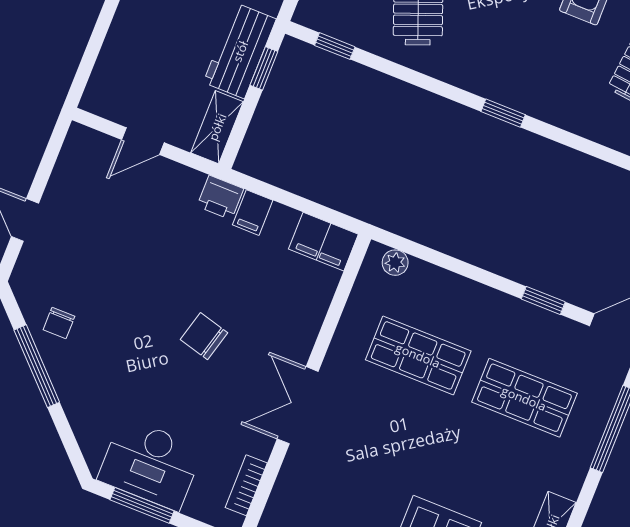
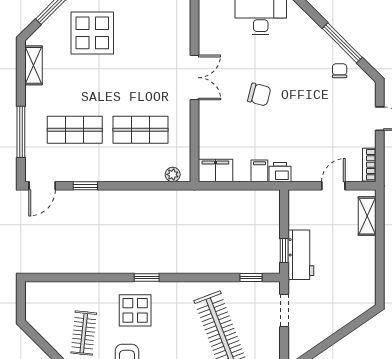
display table: (543, 67) -> (135, 310), added
shelving: (217, 127) -> (367, 216), moved
bookcase: (246, 485) -> (369, 165), moved, turned 180

